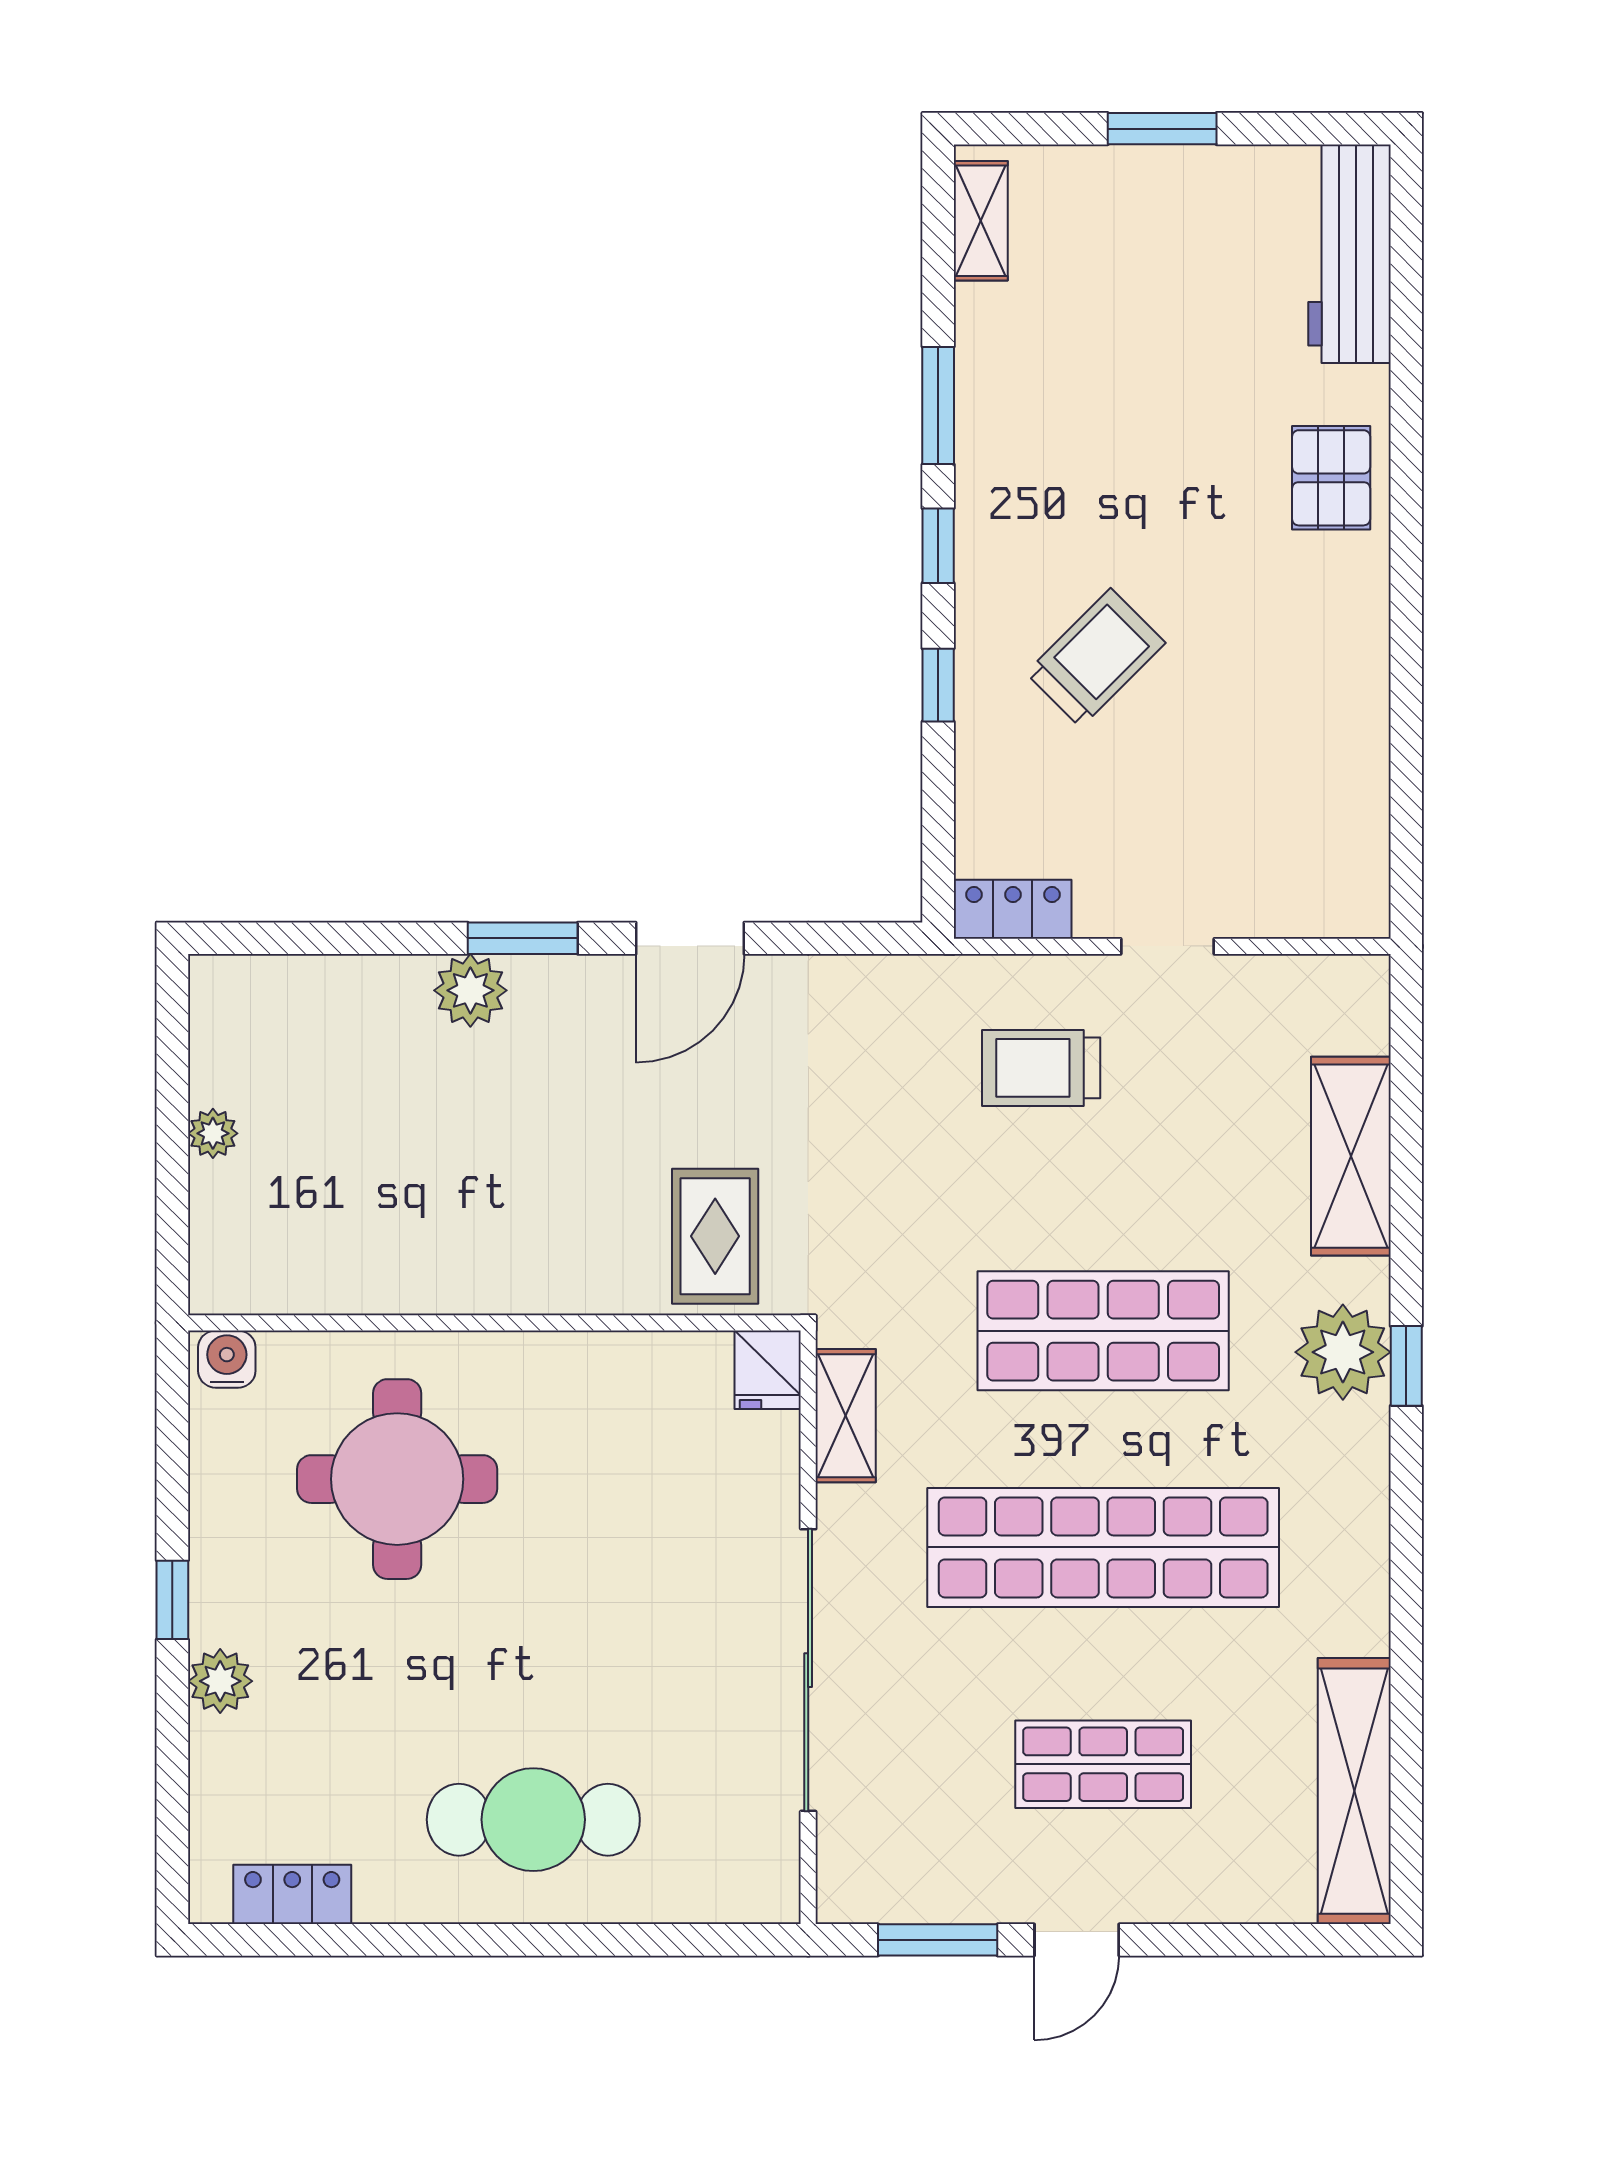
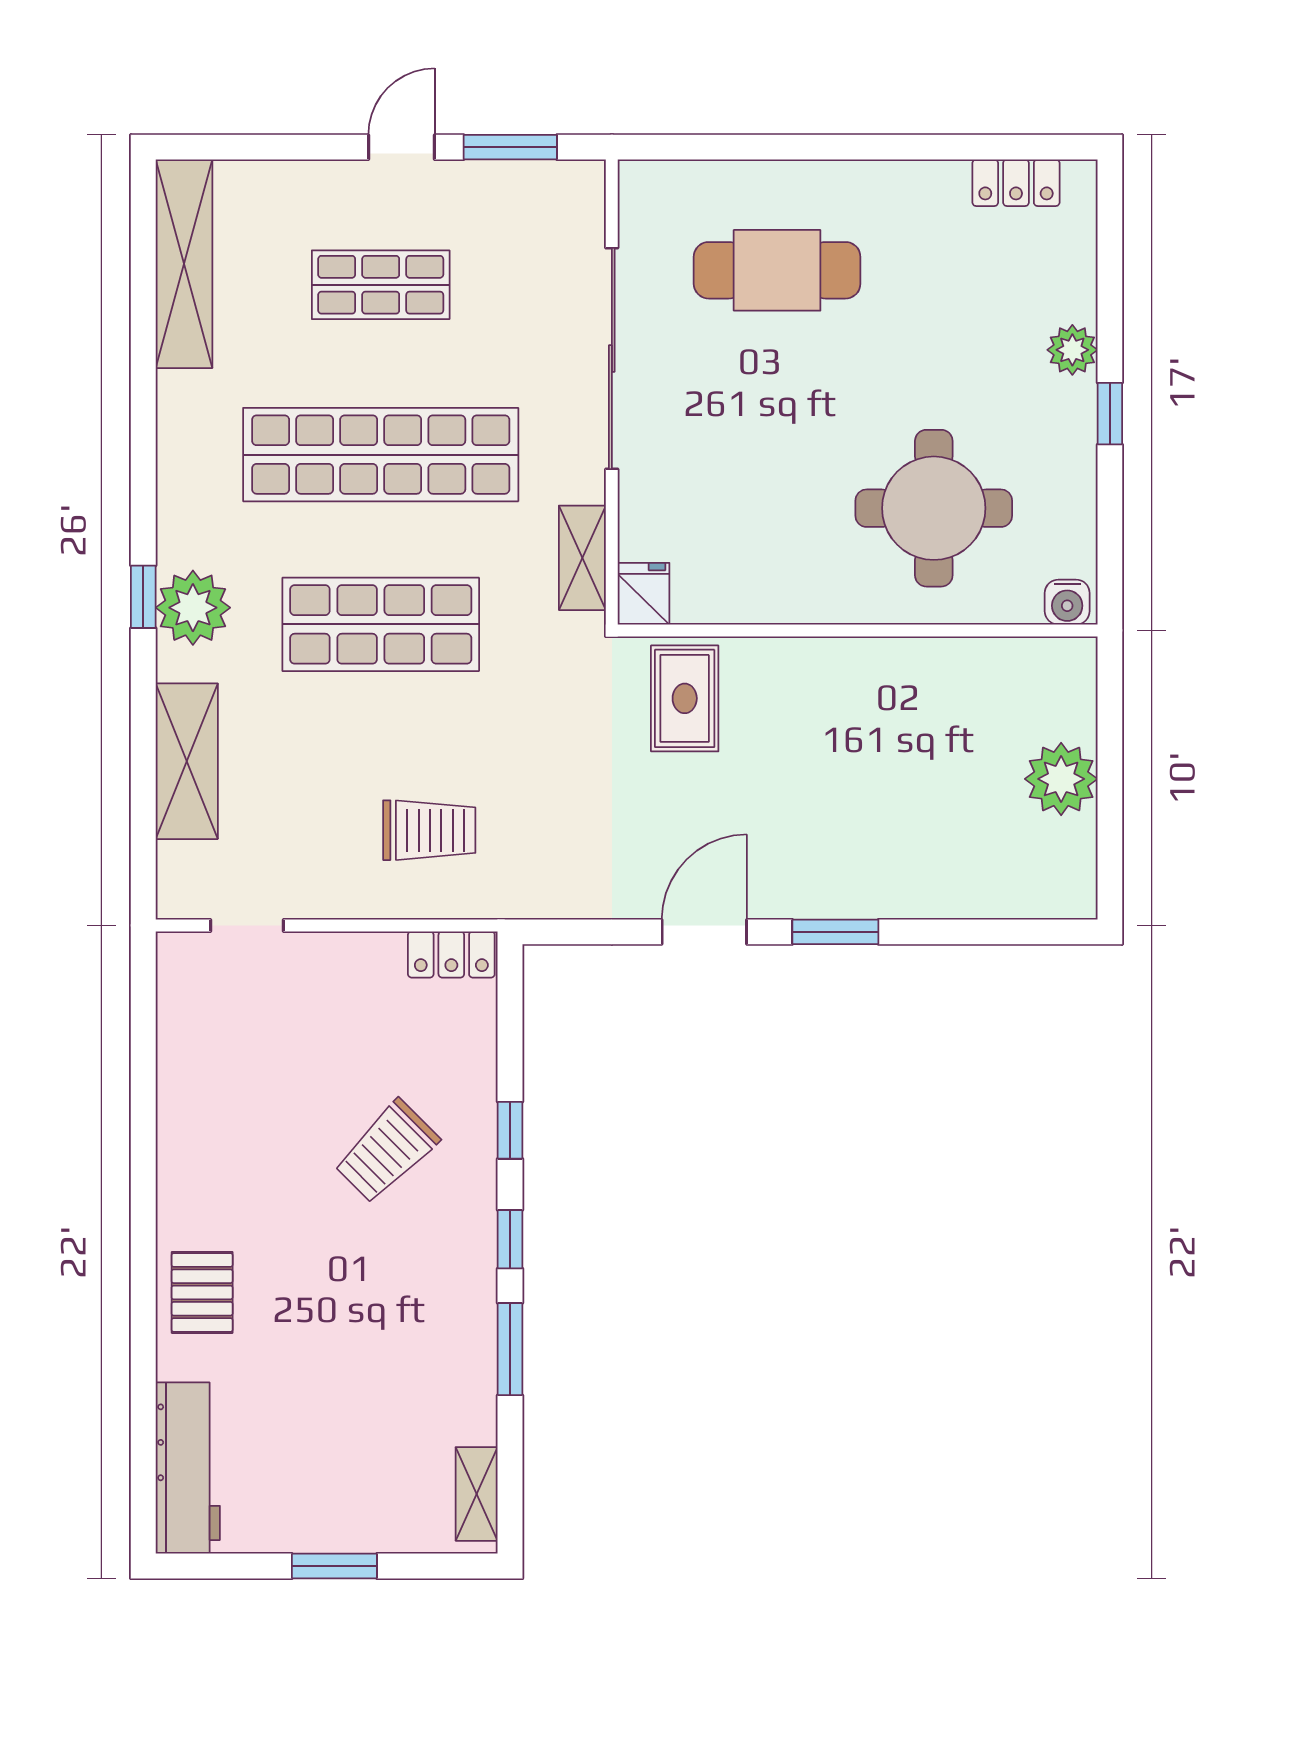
doorway: (1167, 946) -> (247, 925), moved
plant: (470, 990) -> (876, 891), removed
plant: (213, 1133) -> (1061, 779), width x1.87, depth x1.87
cafe table: (533, 1820) -> (777, 270), moved

